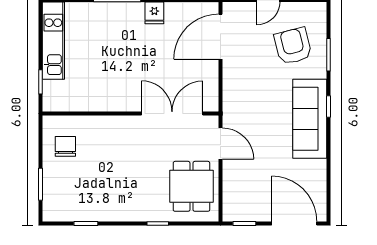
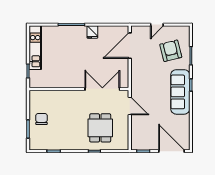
chair: (65, 146) -> (41, 119), moved
dining table: (191, 186) -> (100, 128), moved

